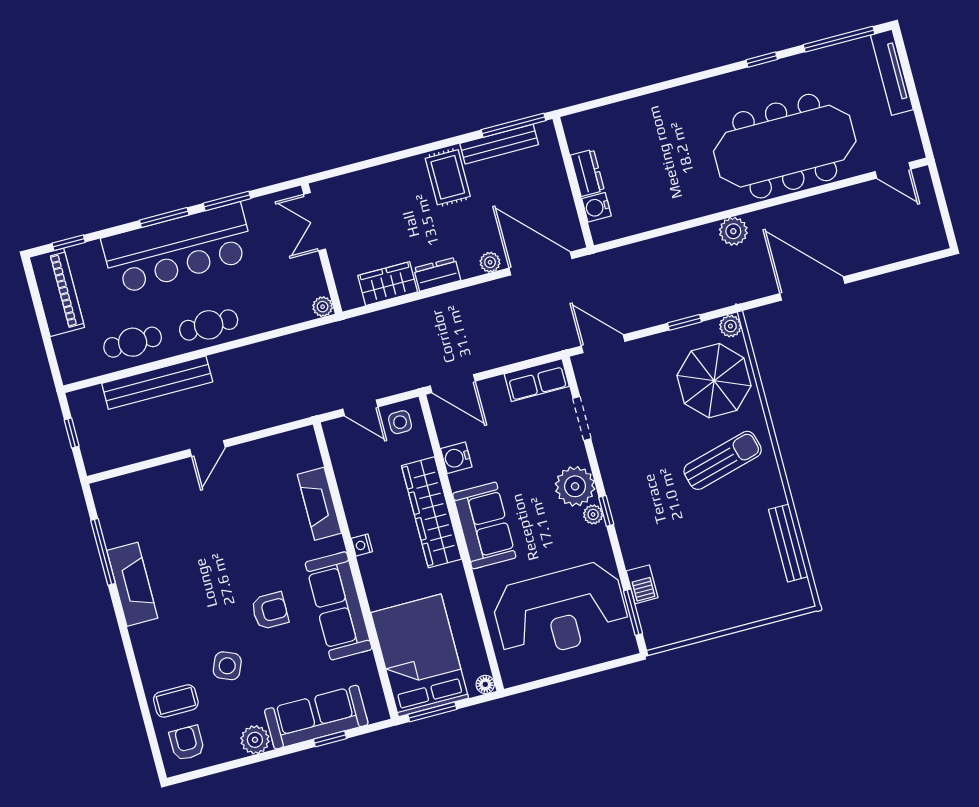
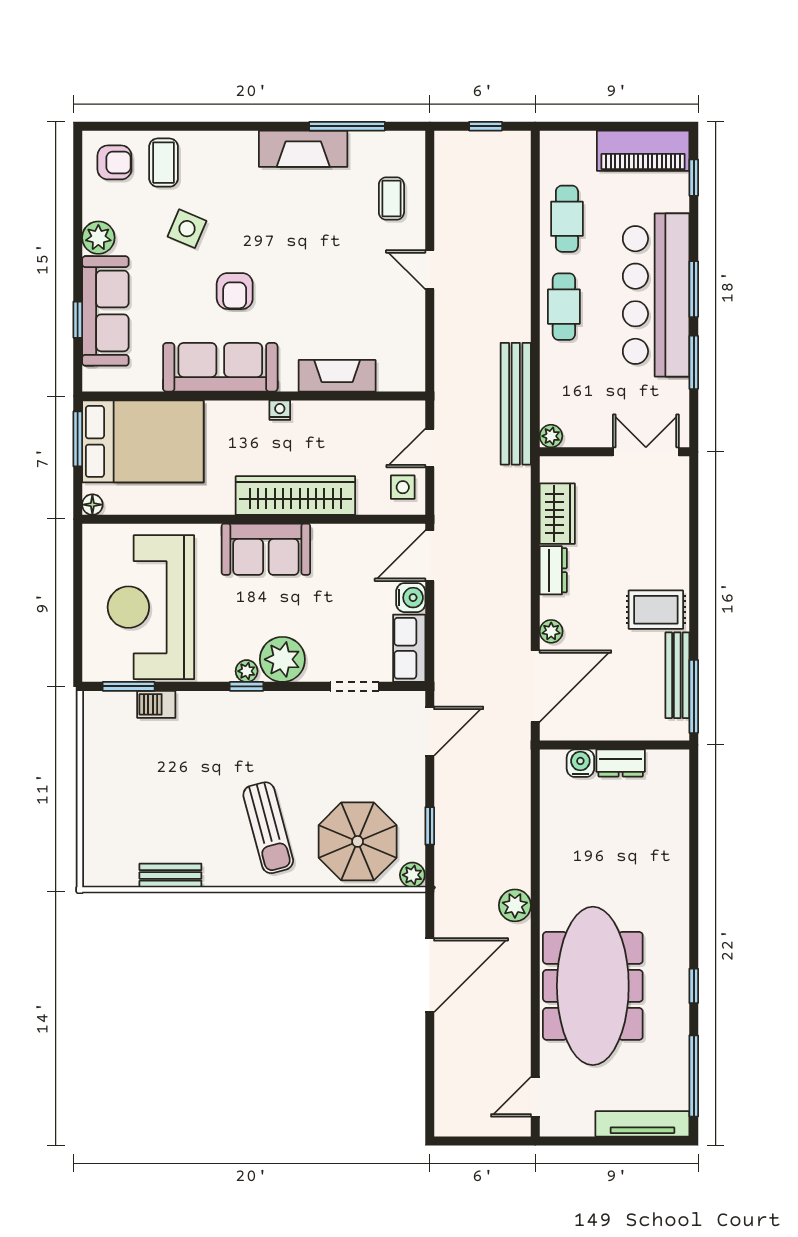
bench: (157, 383) -> (516, 404), moved
water cooler: (456, 458) -> (411, 598), moved, turned 90
coffee table: (155, 497) -> (391, 199), added
bench: (788, 543) -> (170, 875), width x0.73

